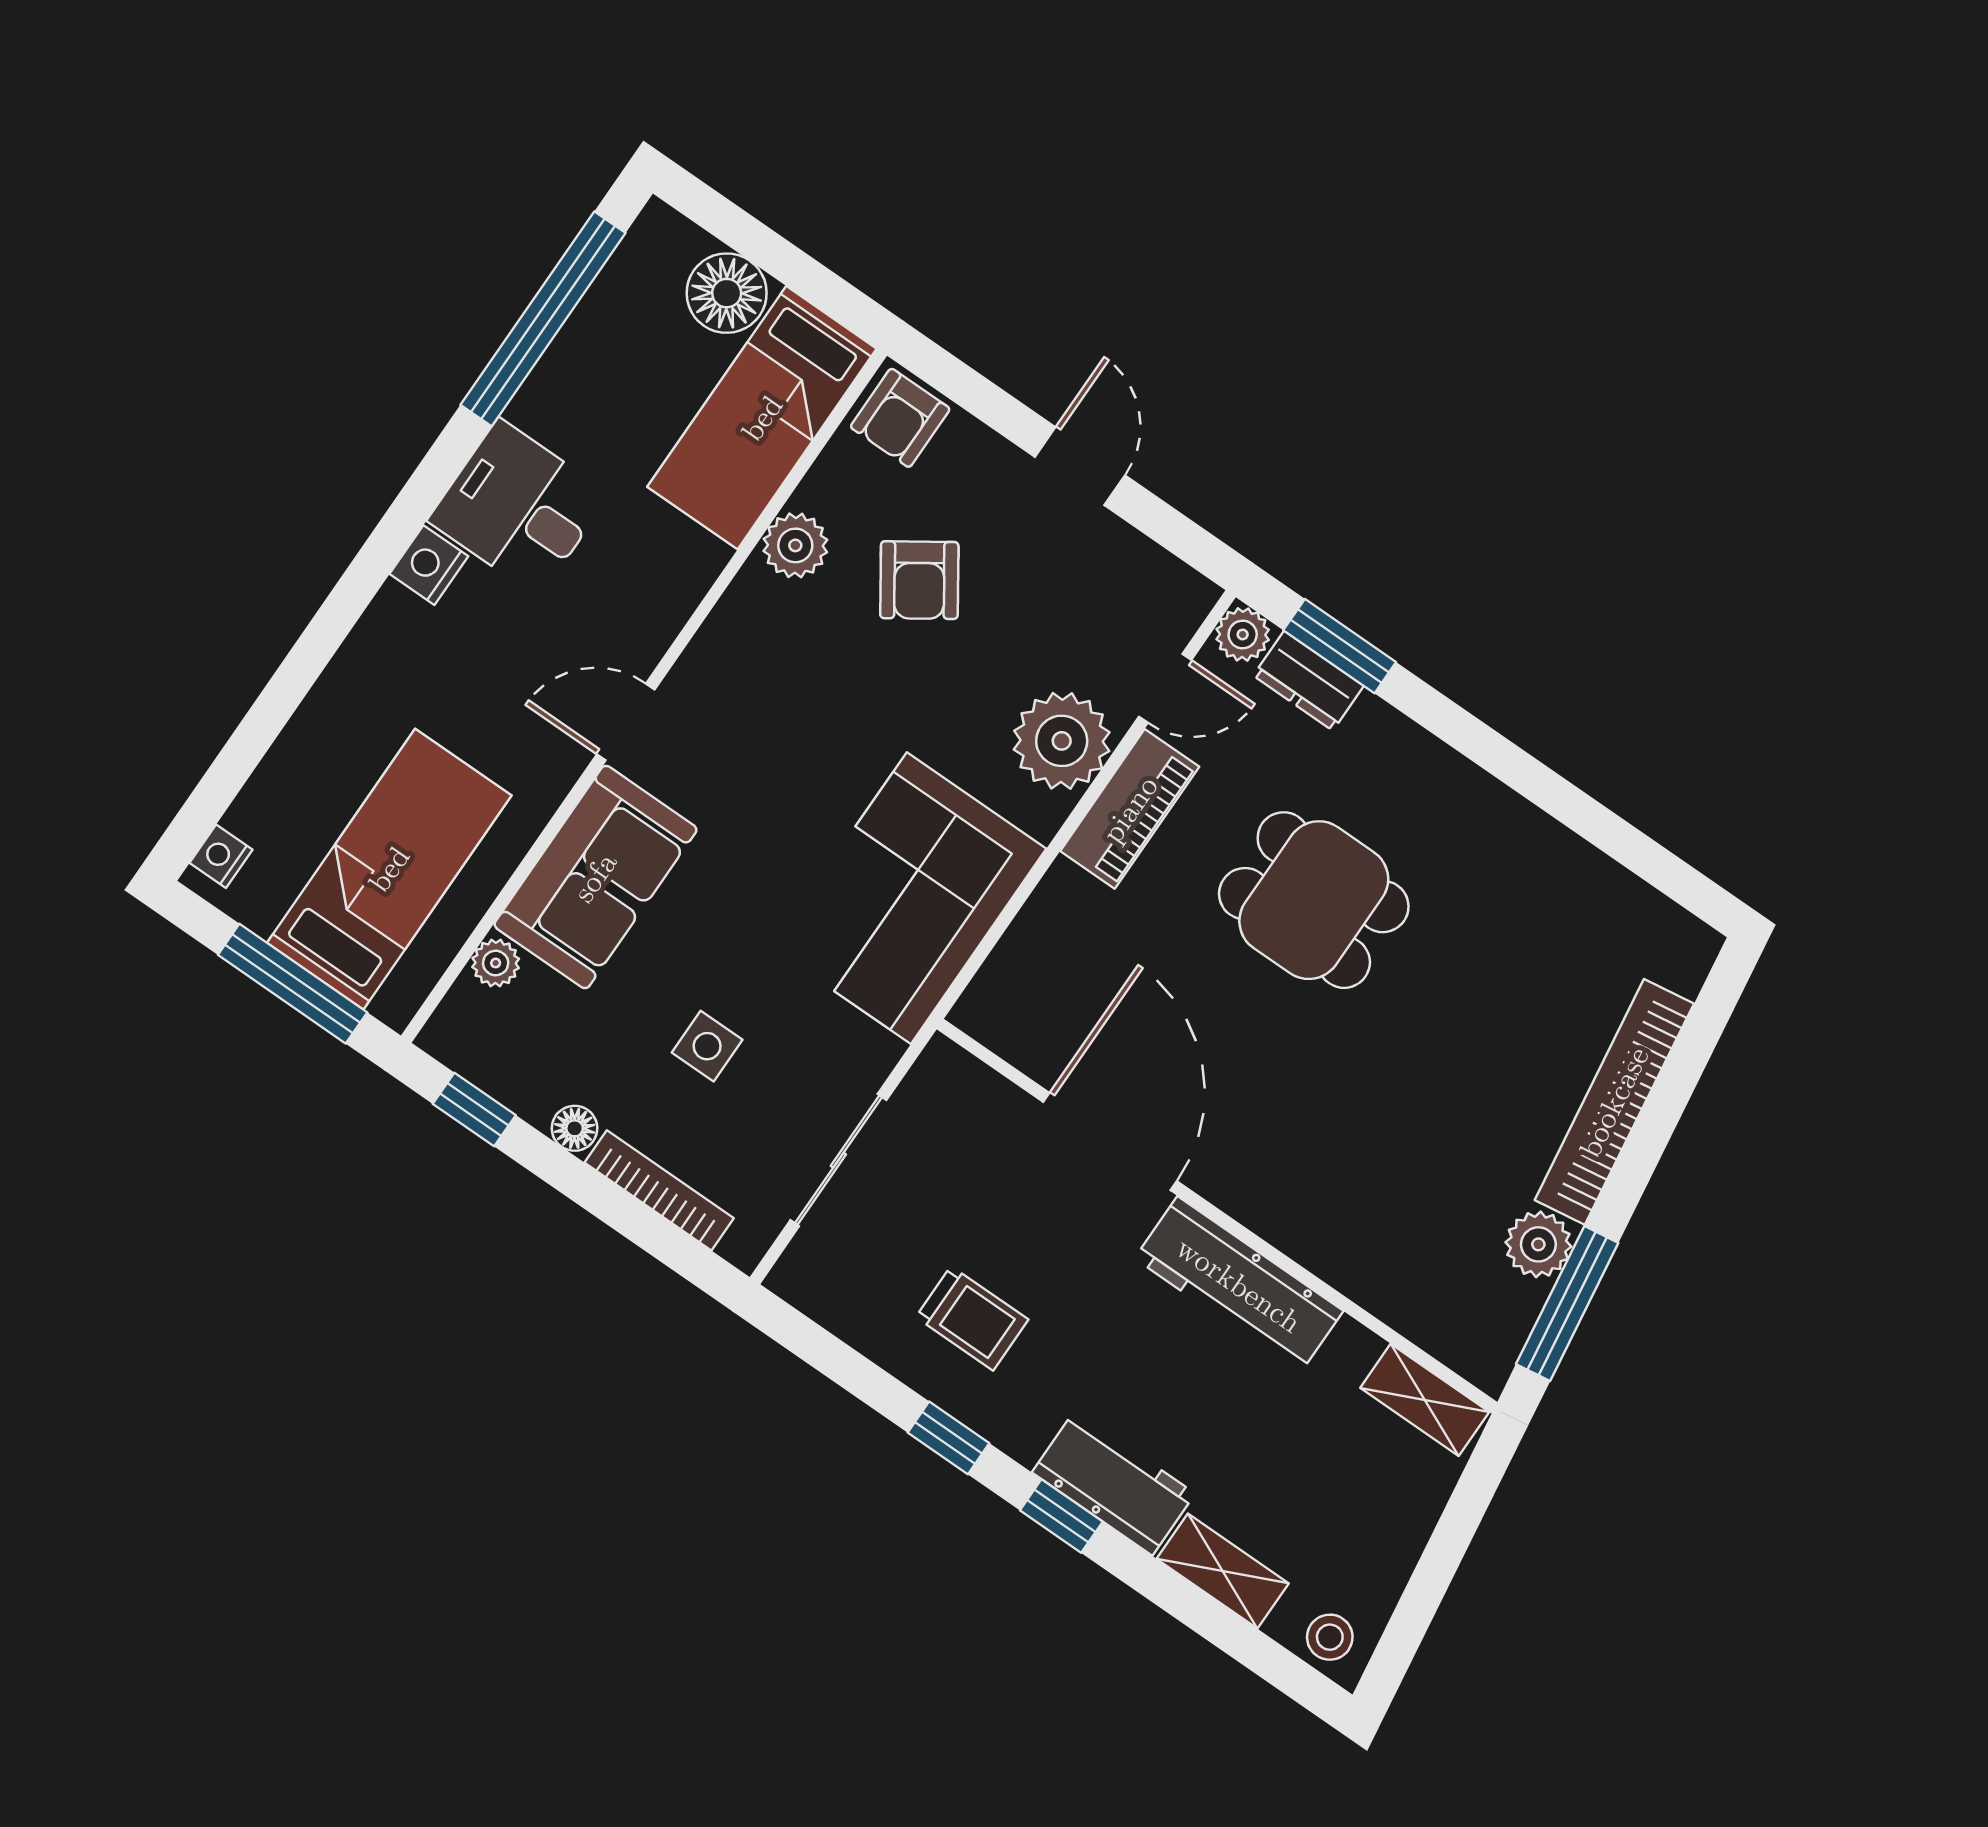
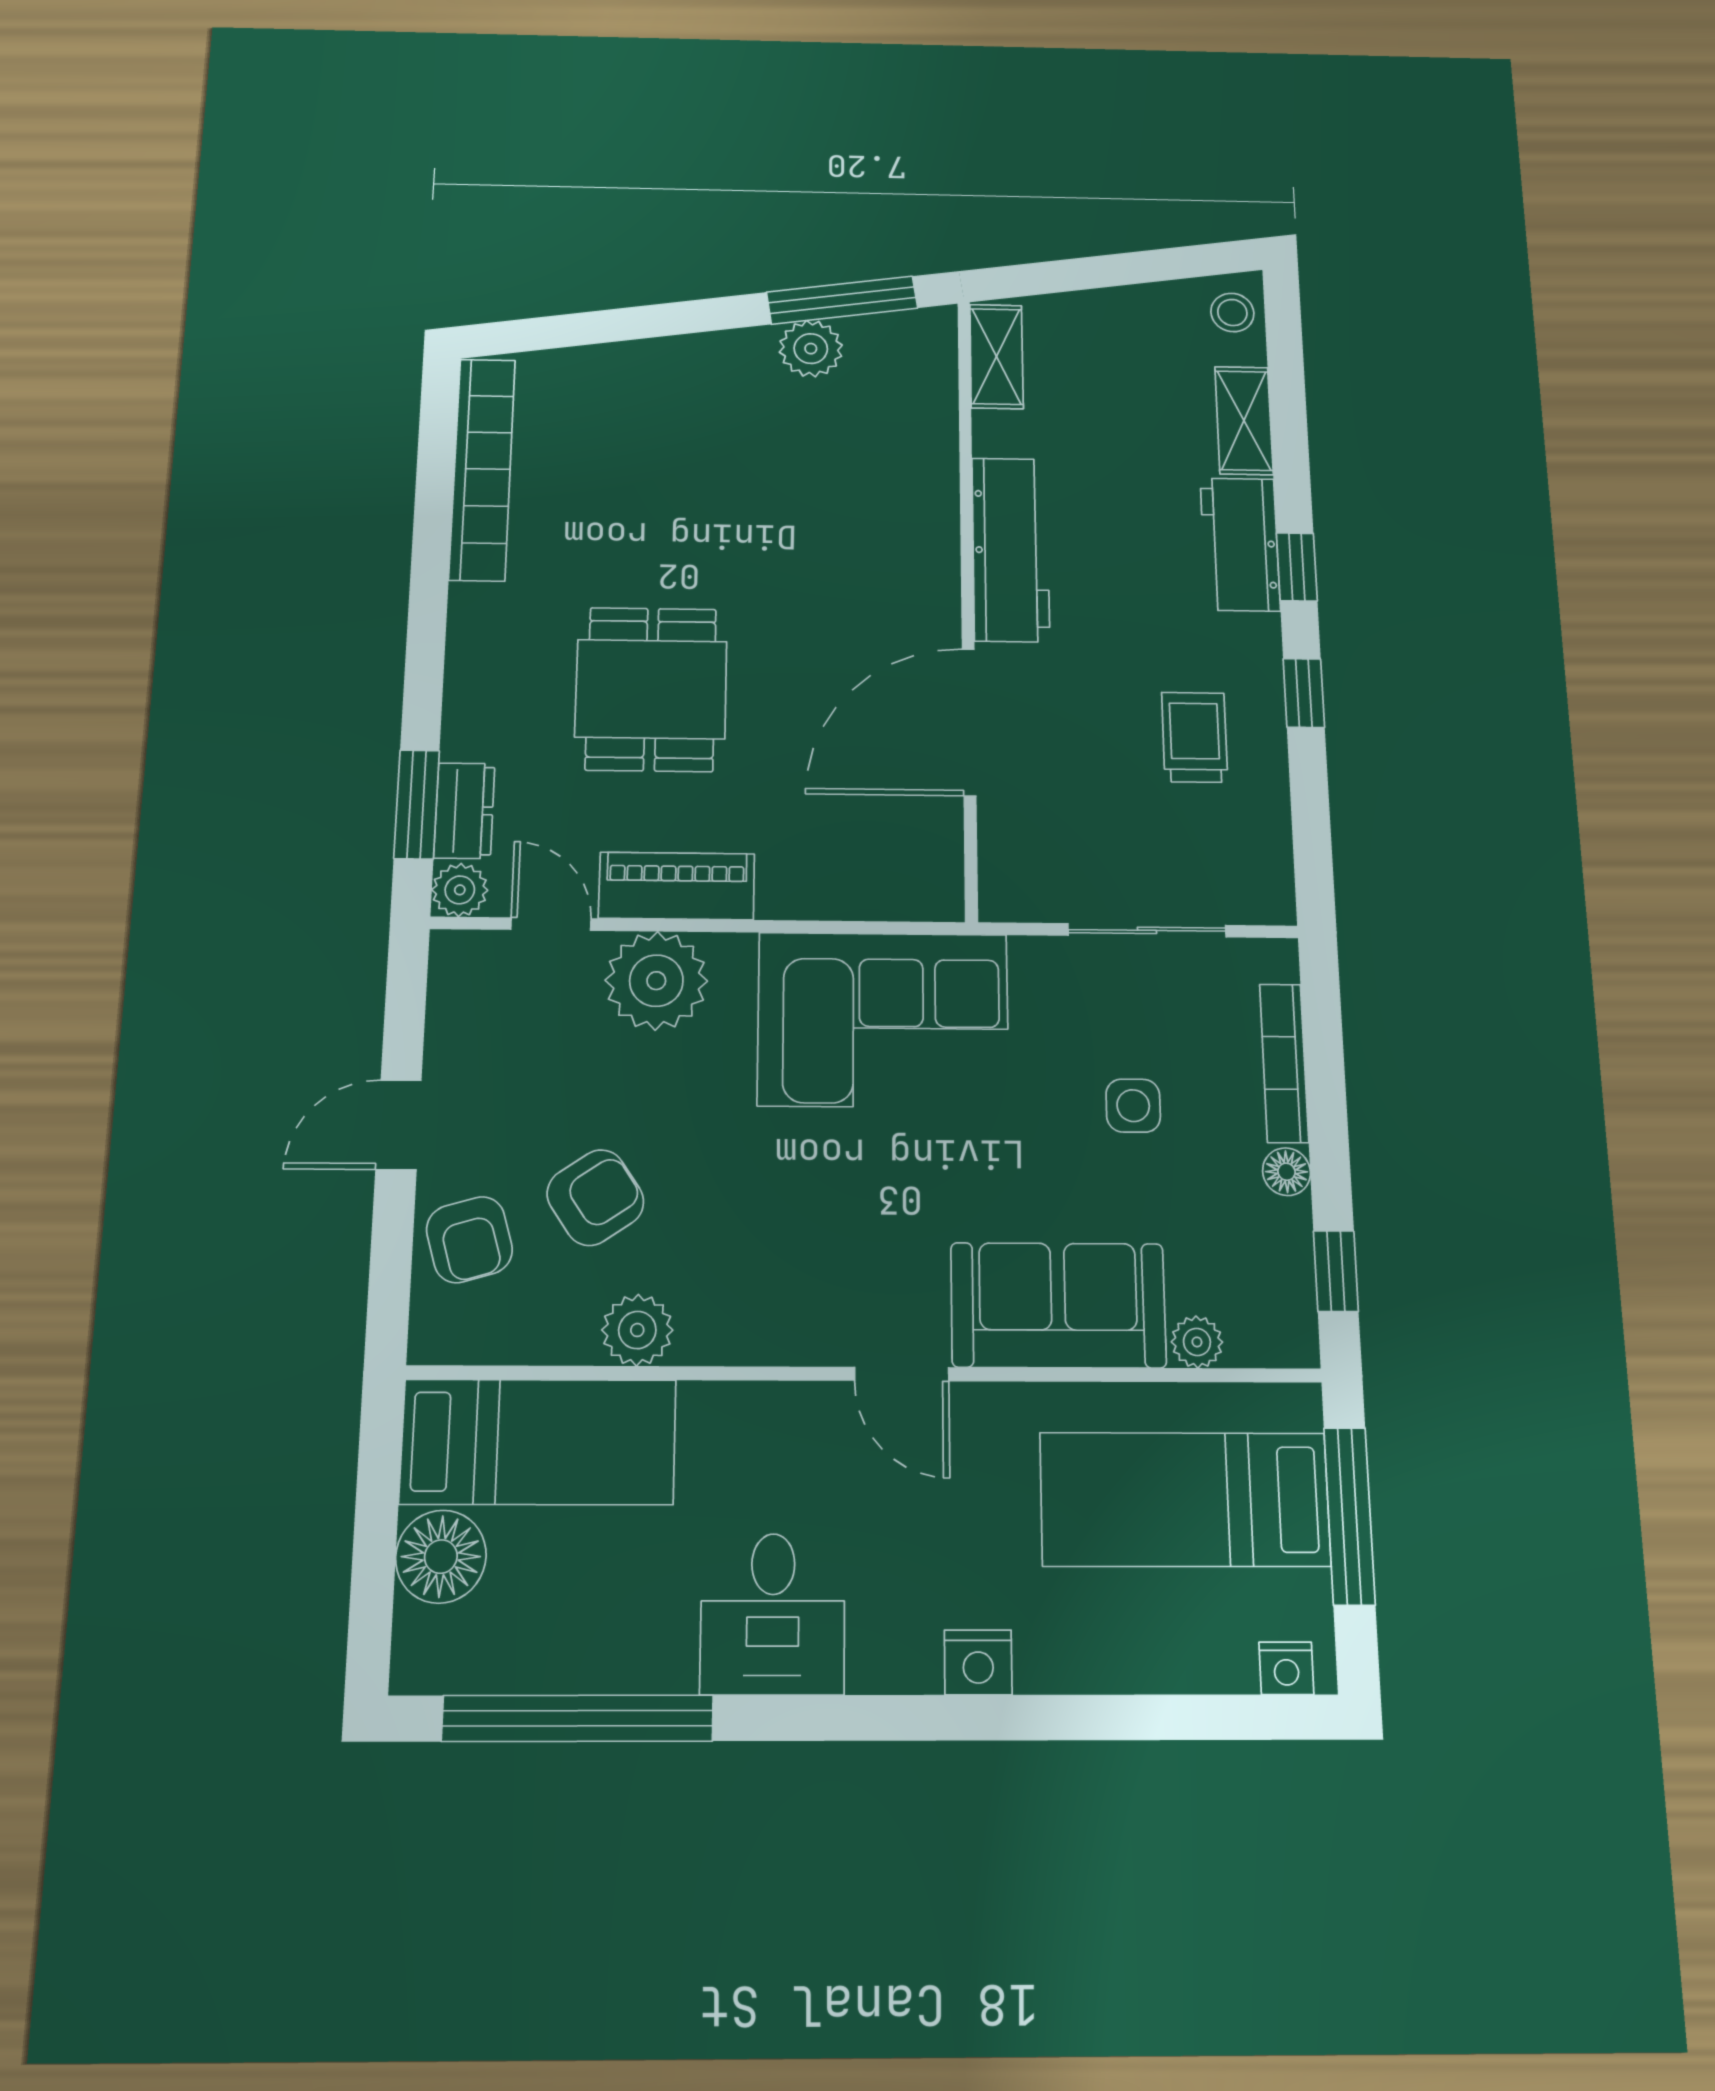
armchair: (900, 418) -> (469, 1240), moved, turned 74
nightstand: (429, 565) -> (978, 1662), moved
bookcase: (1614, 1102) -> (482, 469), moved, turned -82

